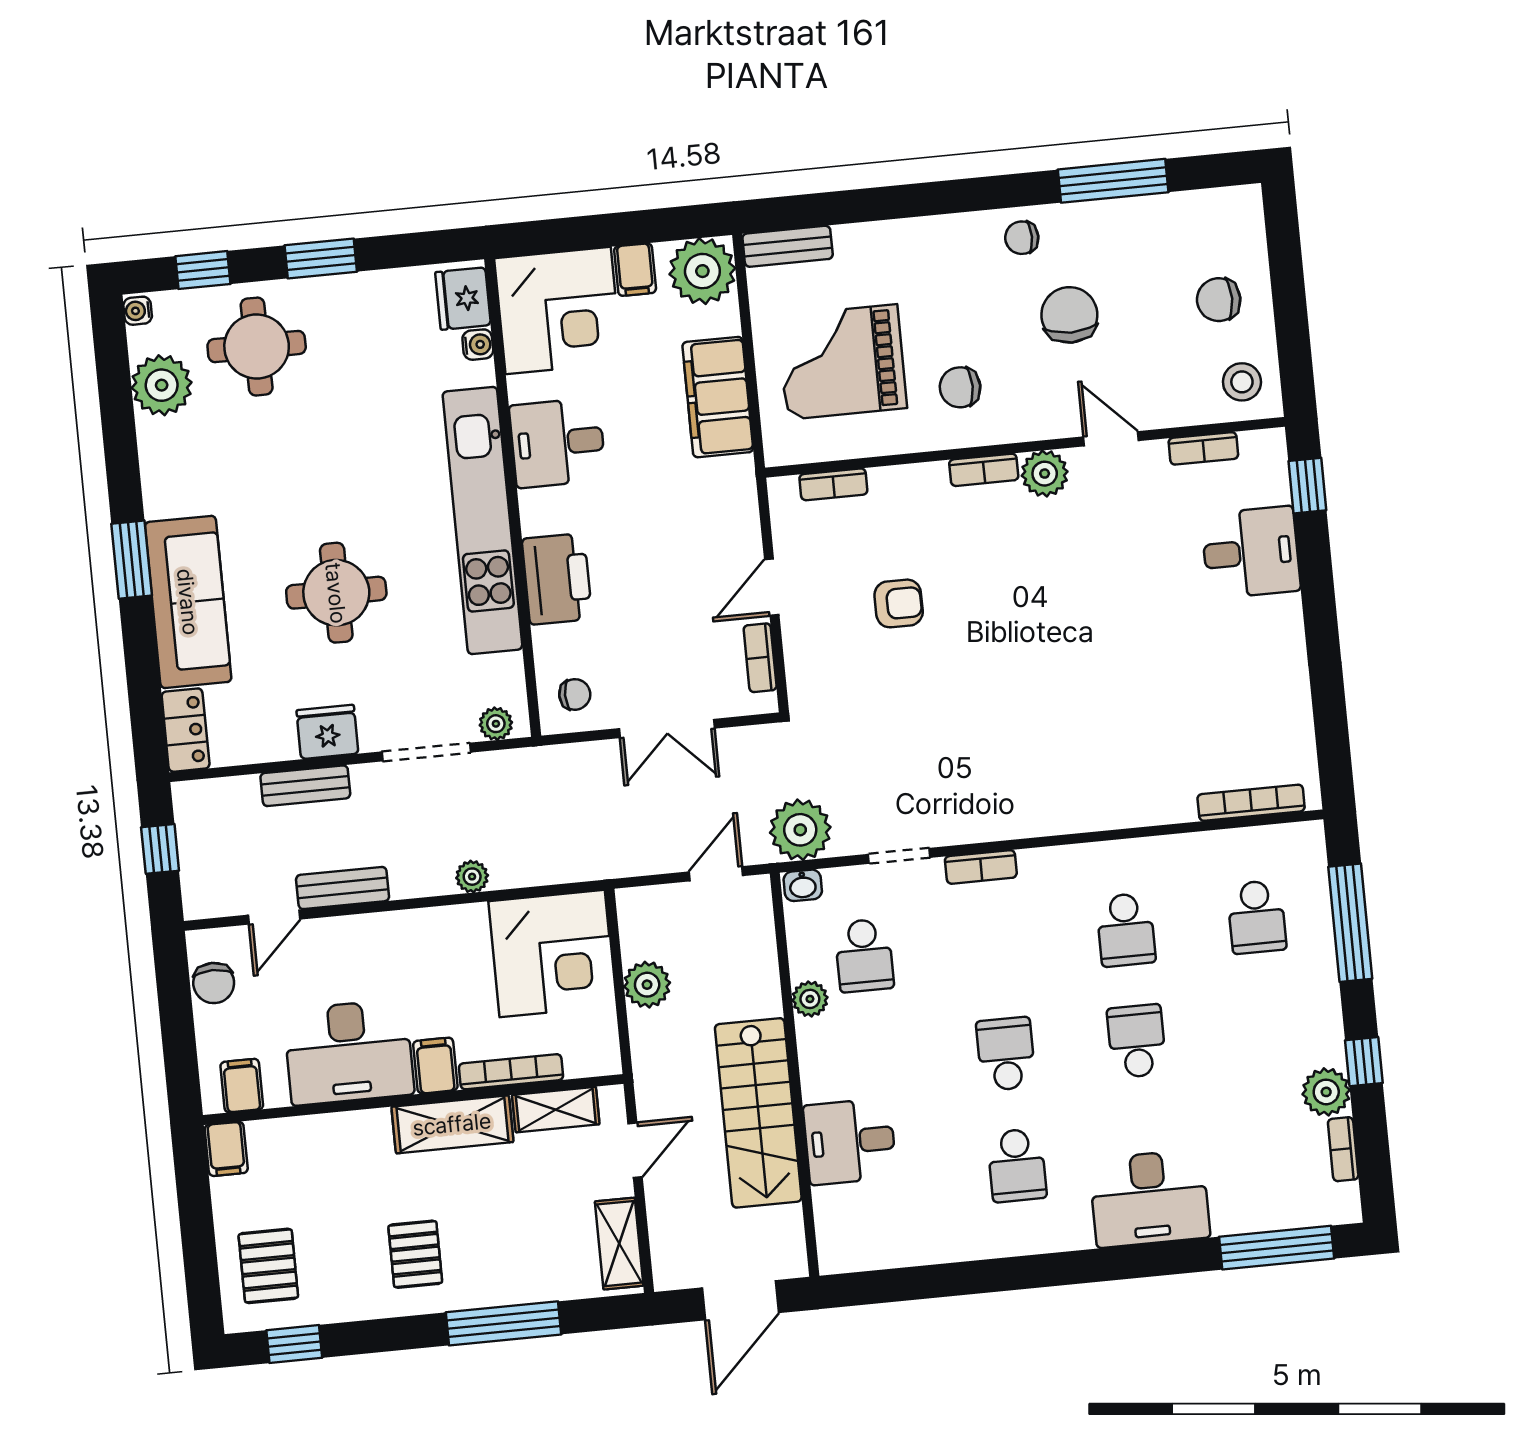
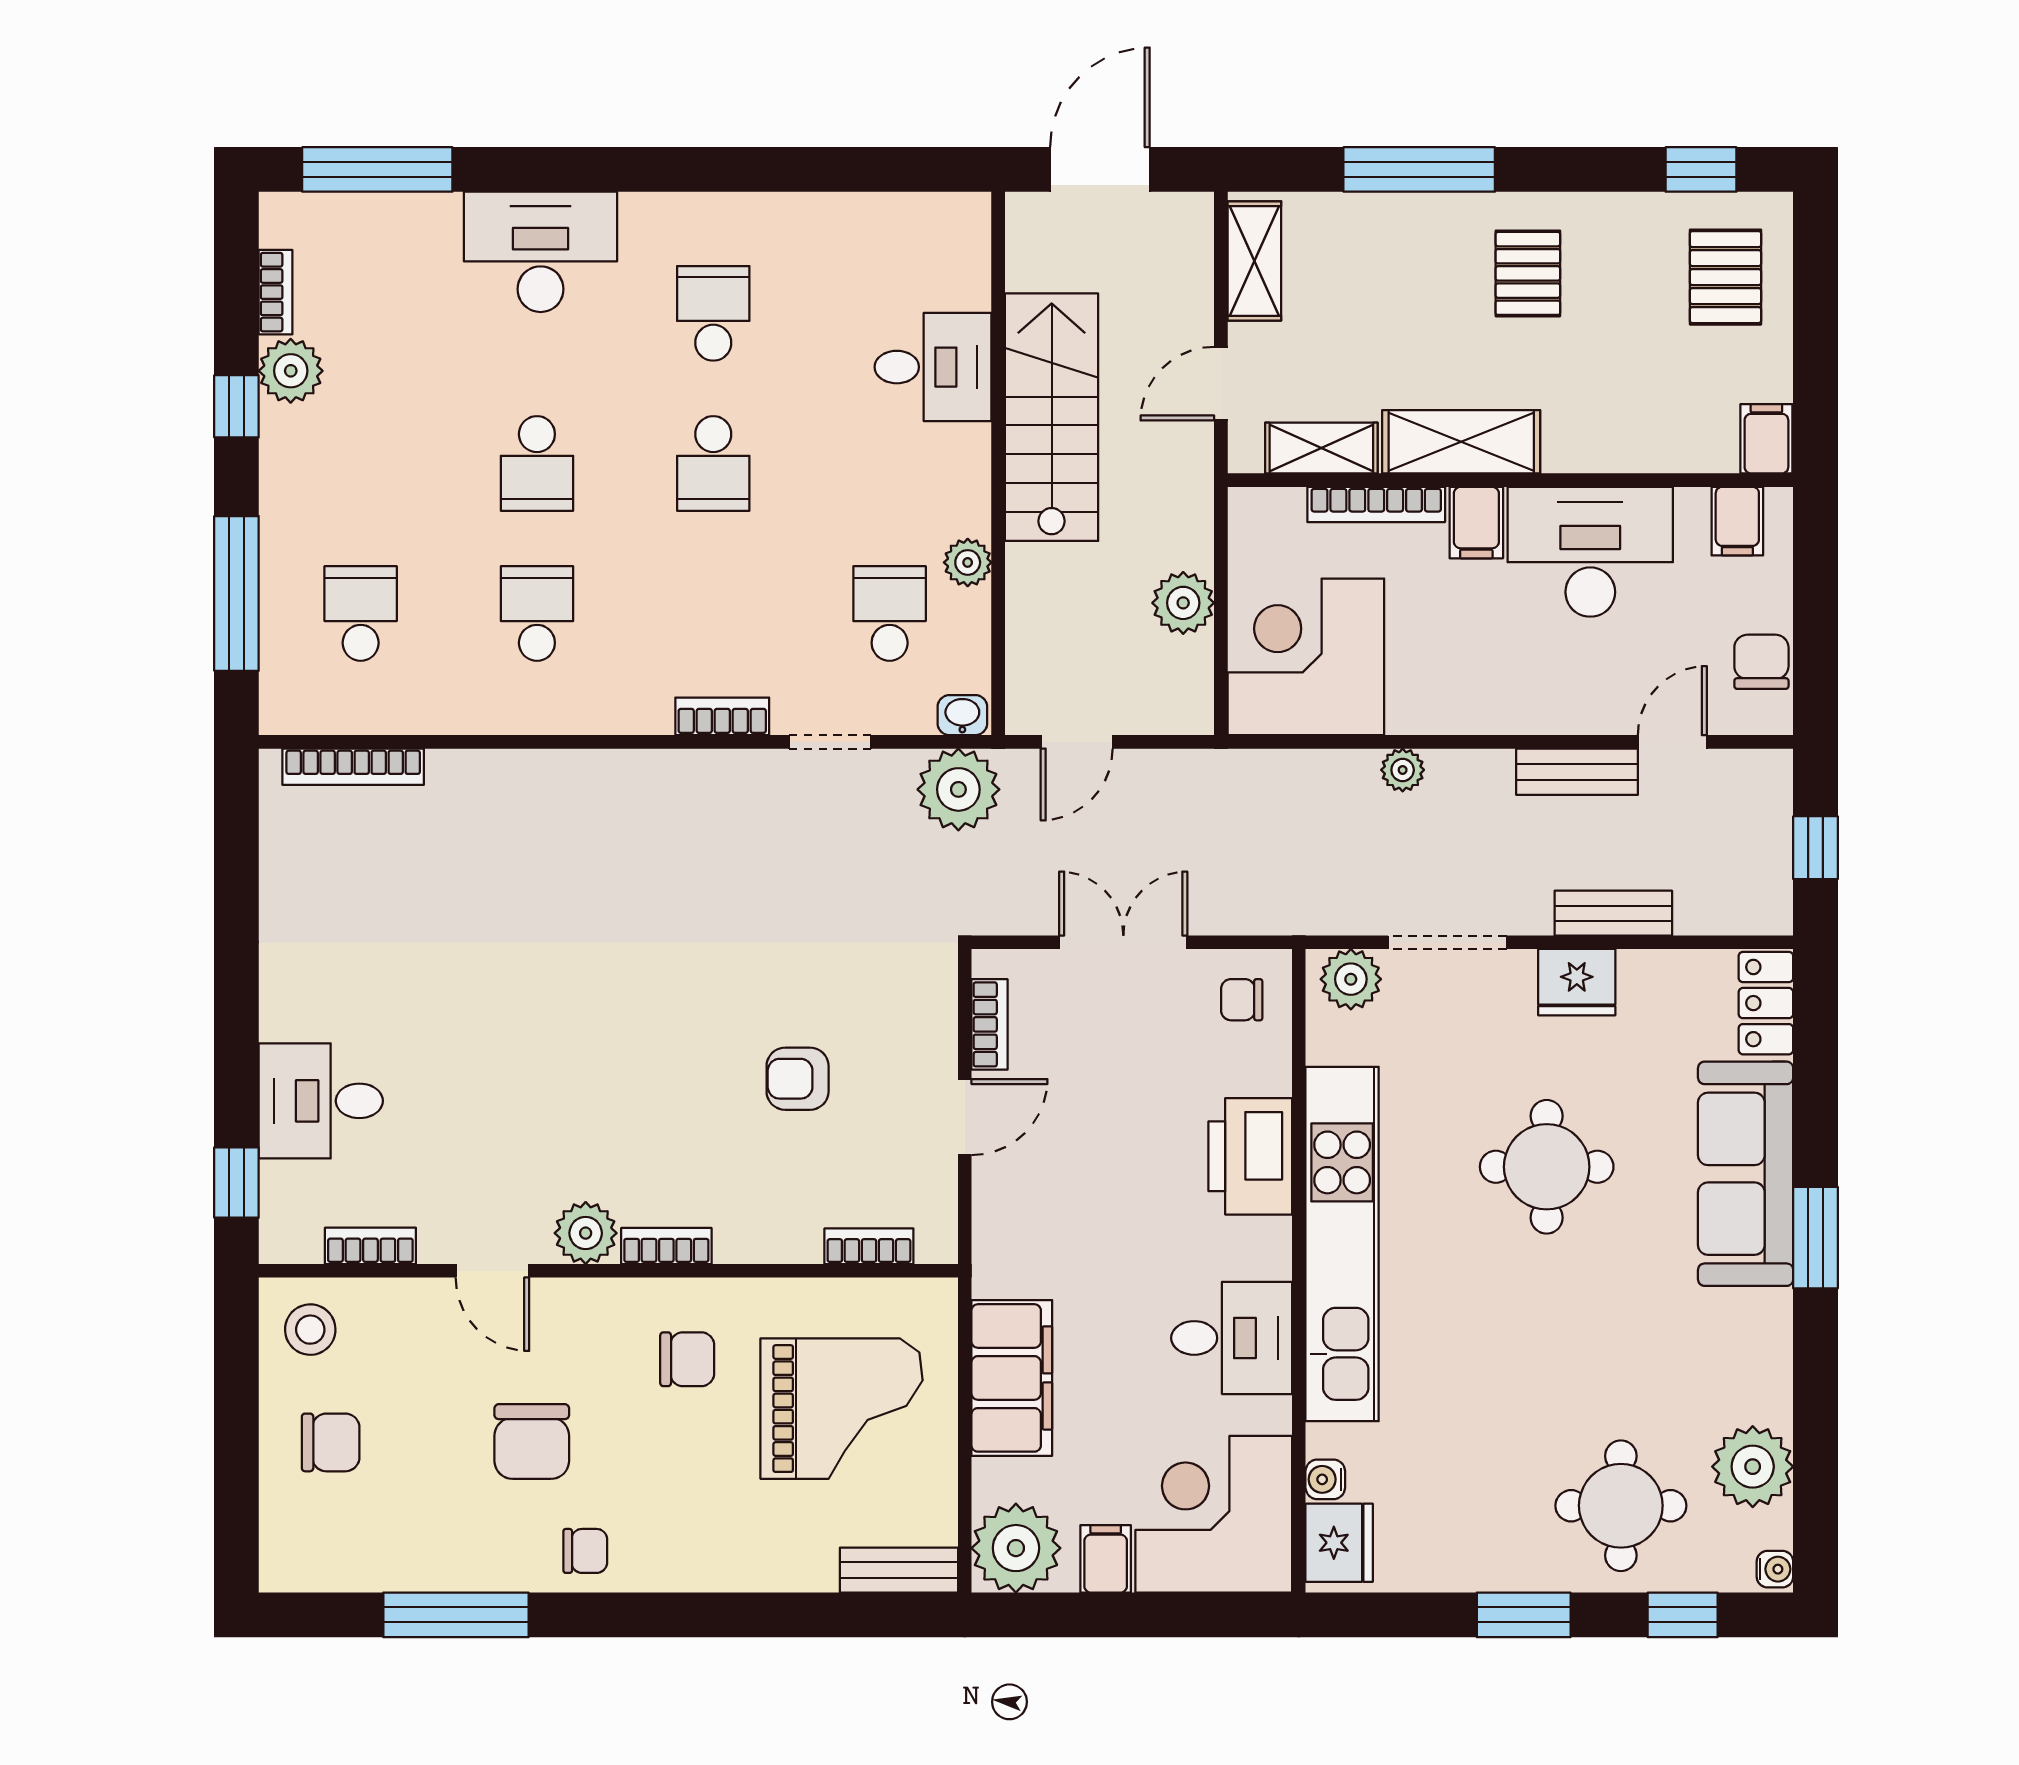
plant: (496, 724) -> (1351, 979), width x1.38, depth x1.38

